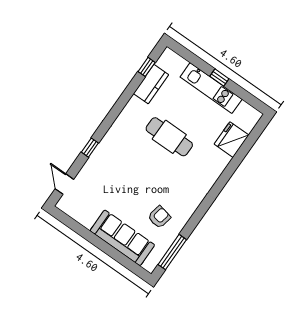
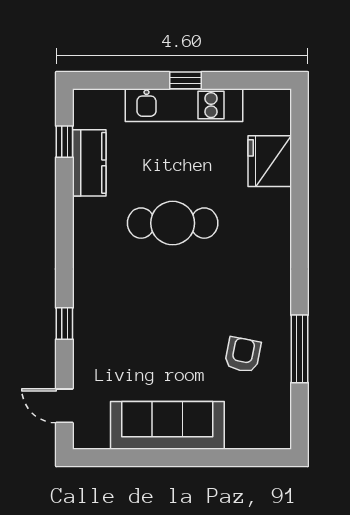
sofa: (122, 238) -> (167, 425), moved
window: (172, 252) -> (300, 349), moved

